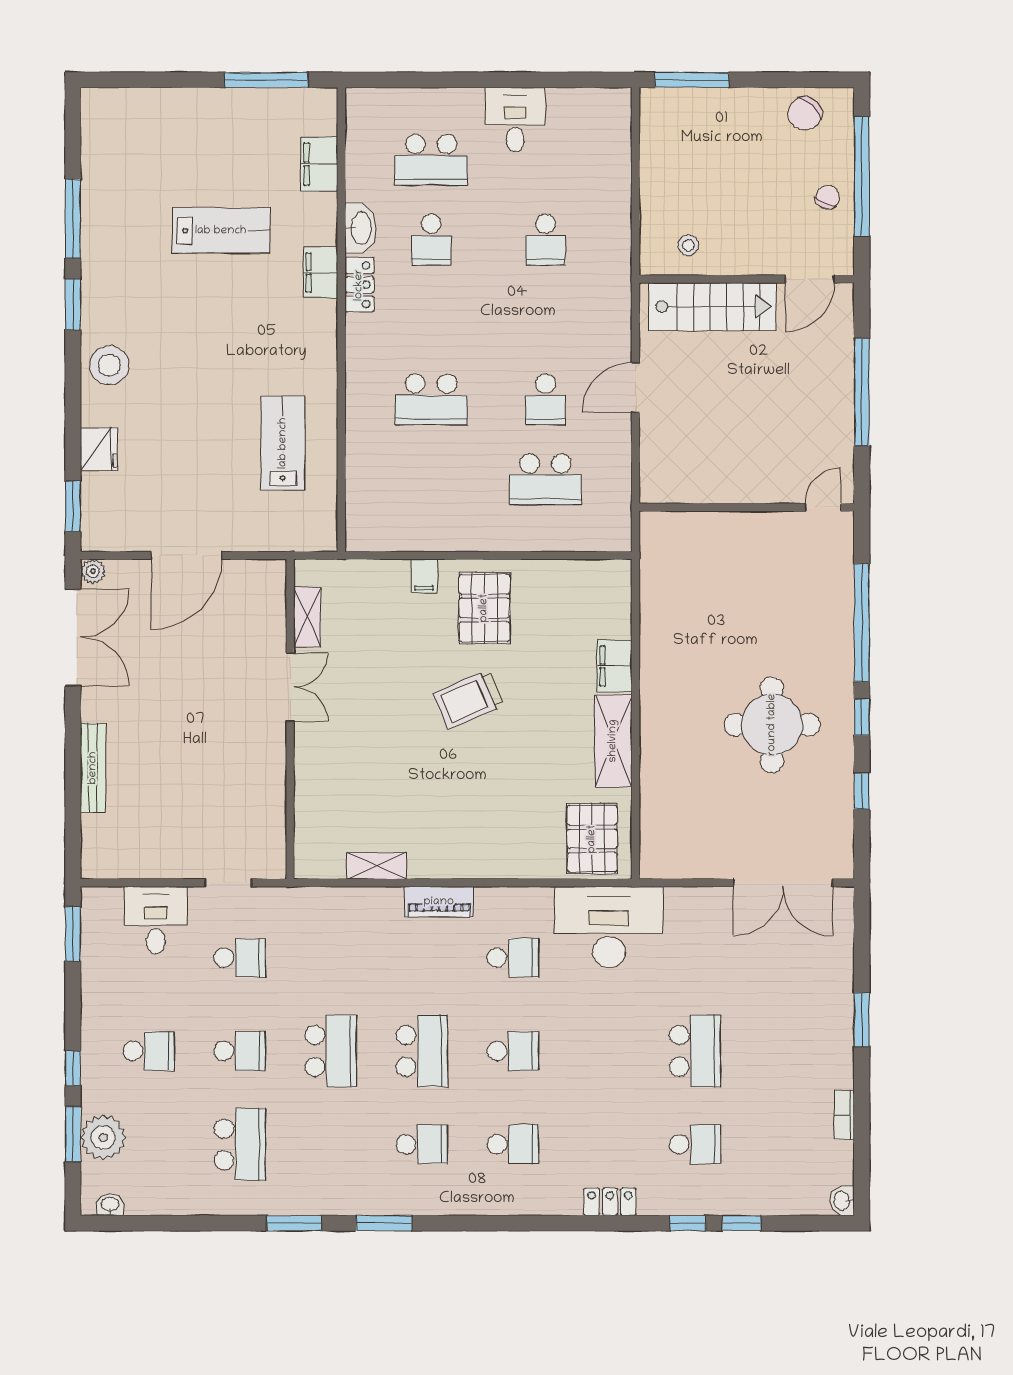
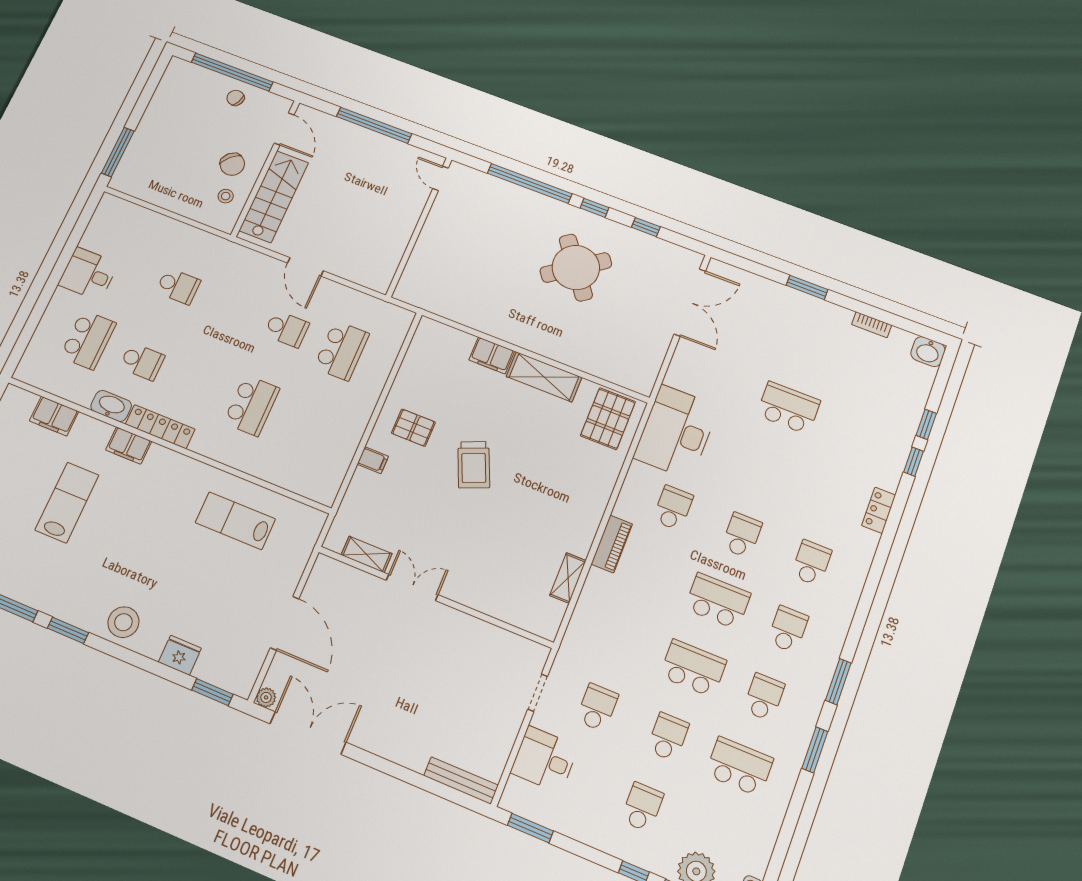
chair: (805, 113) -> (232, 164), moved
locker: (359, 285) -> (160, 427), width x1.53
pallet: (484, 608) -> (413, 428), width x0.67, depth x0.71
round table: (772, 725) -> (576, 268), turned -36
bench: (93, 768) -> (461, 780), moved
pallet: (592, 839) -> (608, 419), turned 90
school desk: (695, 1144) -> (764, 697), moved
washbasin: (842, 1201) -> (928, 352), width x1.38, depth x1.45

